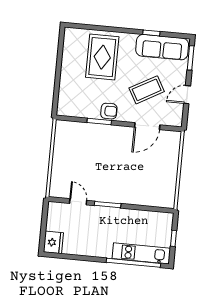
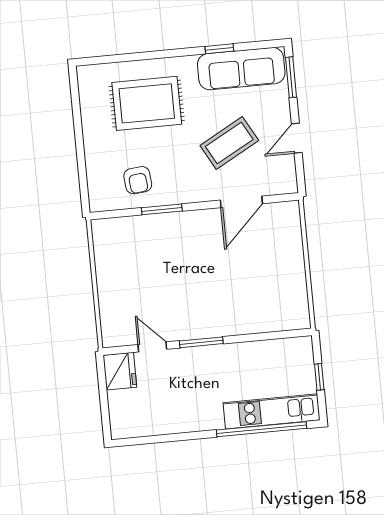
rug: (102, 57) -> (147, 103), turned 90
armchair: (109, 111) -> (138, 180), moved, turned 84
fridge: (53, 242) -> (120, 371), moved

